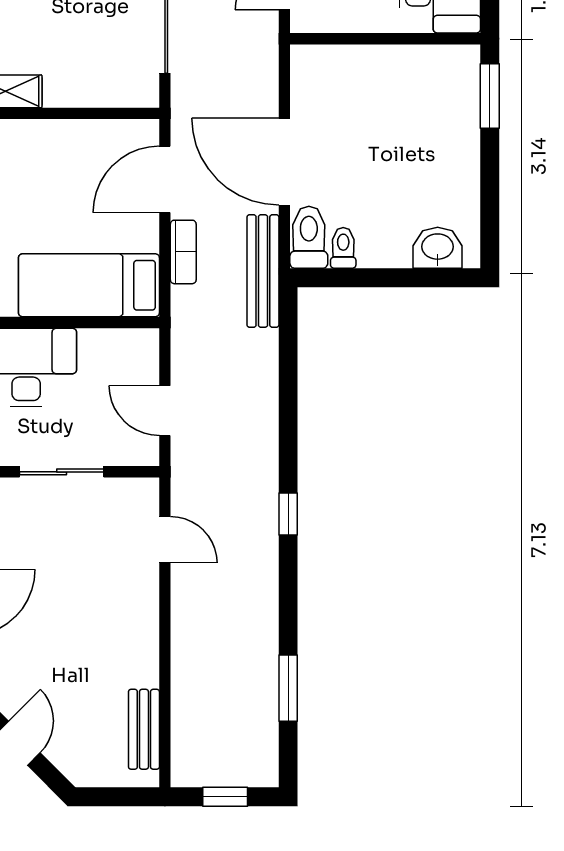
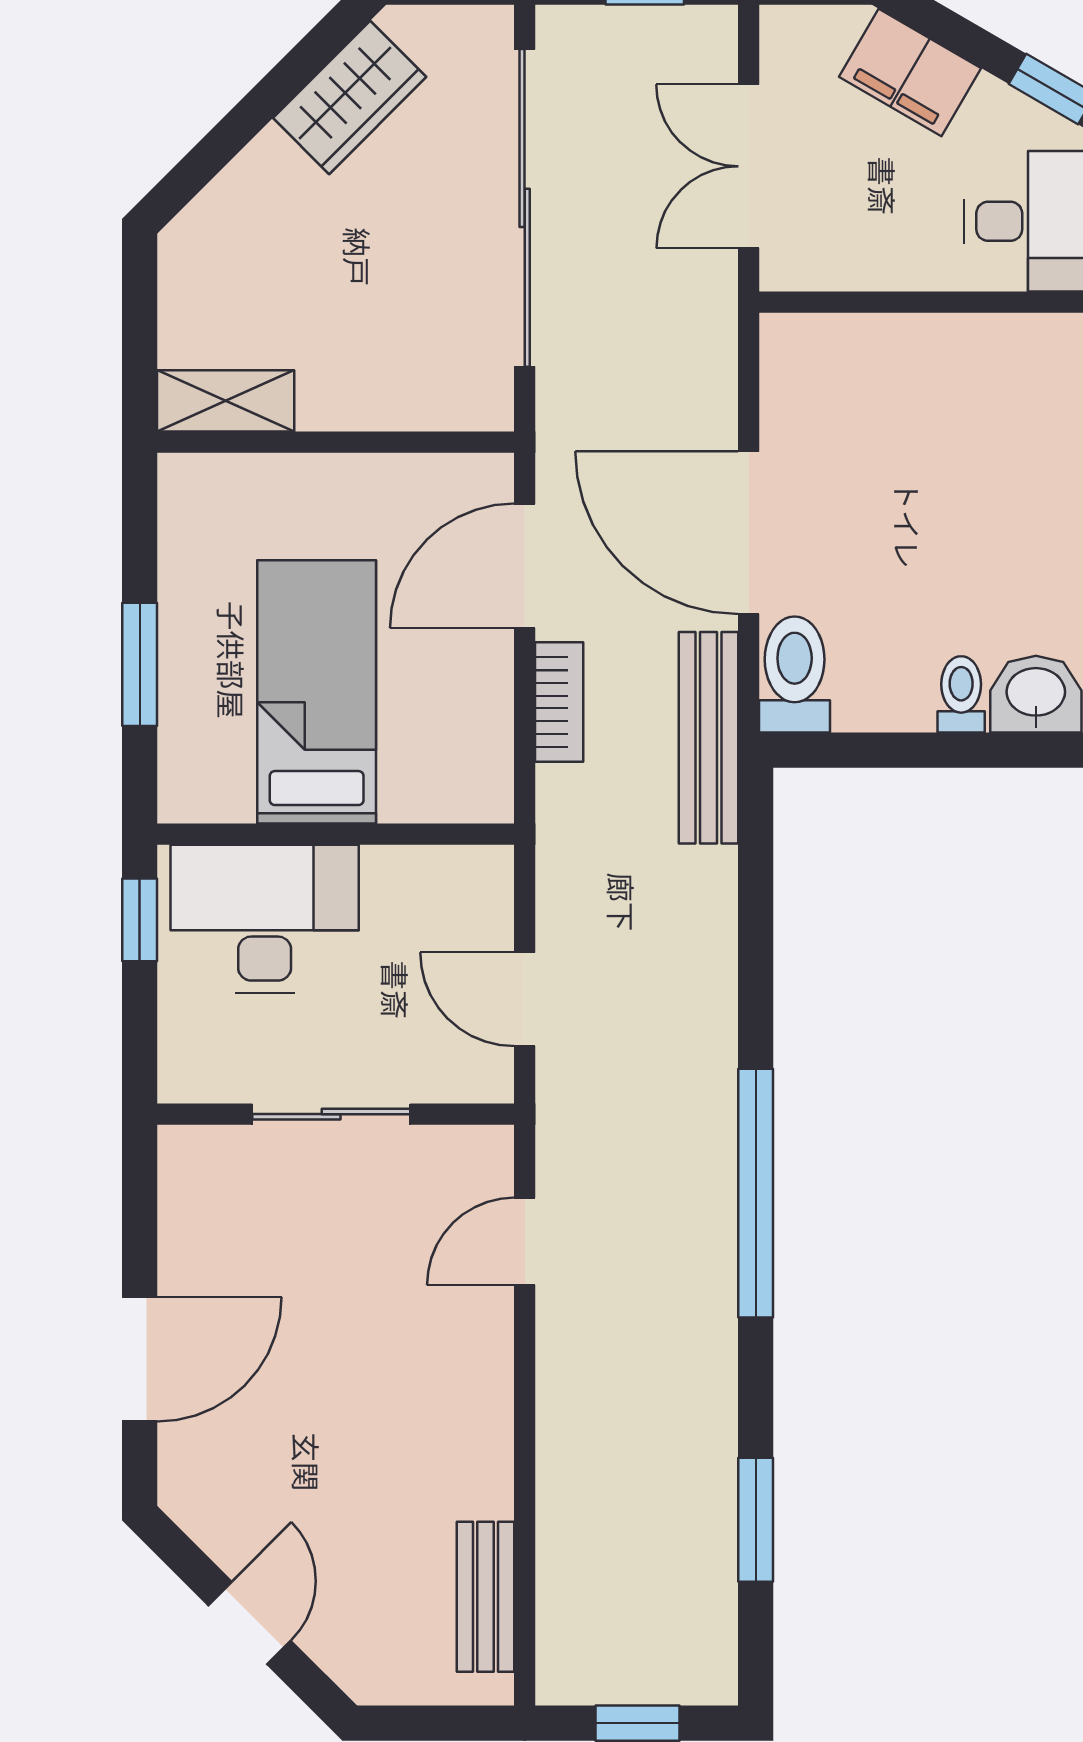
toilet: (343, 248) -> (961, 694), moved
bed: (89, 285) -> (317, 692), moved, turned 90
window: (288, 514) -> (756, 1193), width x3.17
door: (165, 540) -> (525, 1241), swing flipped

